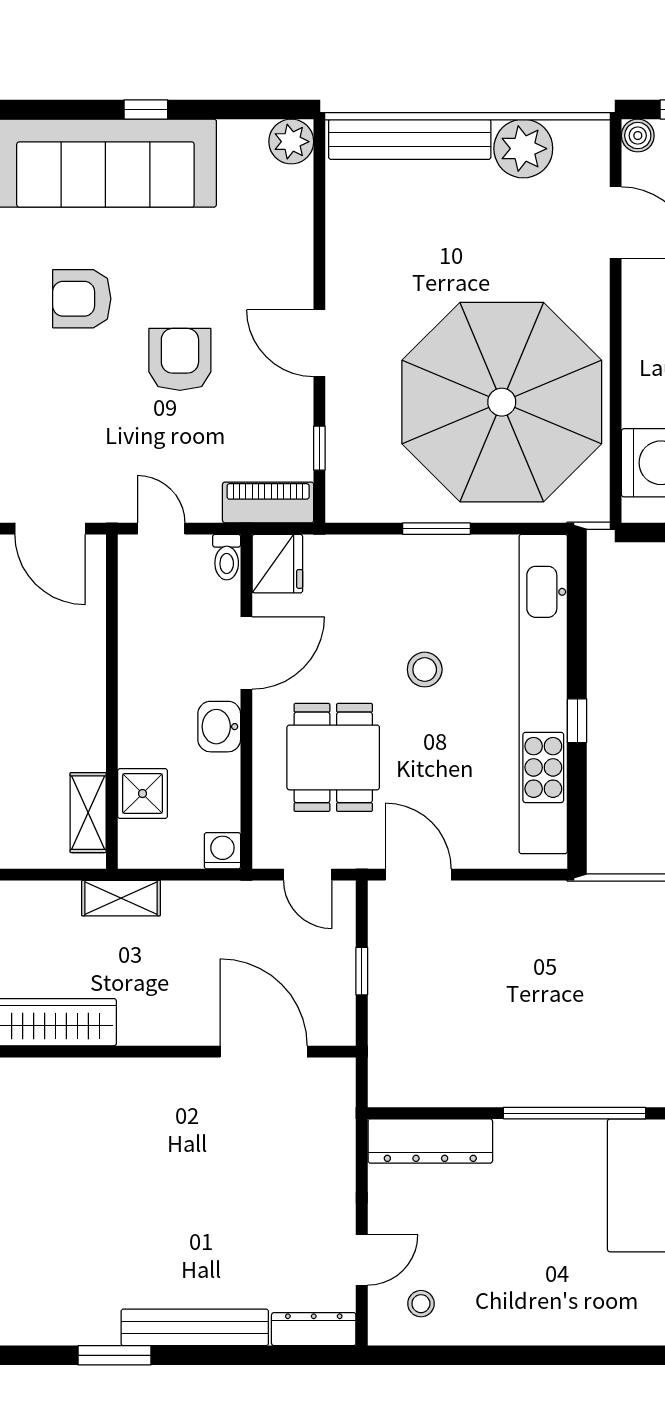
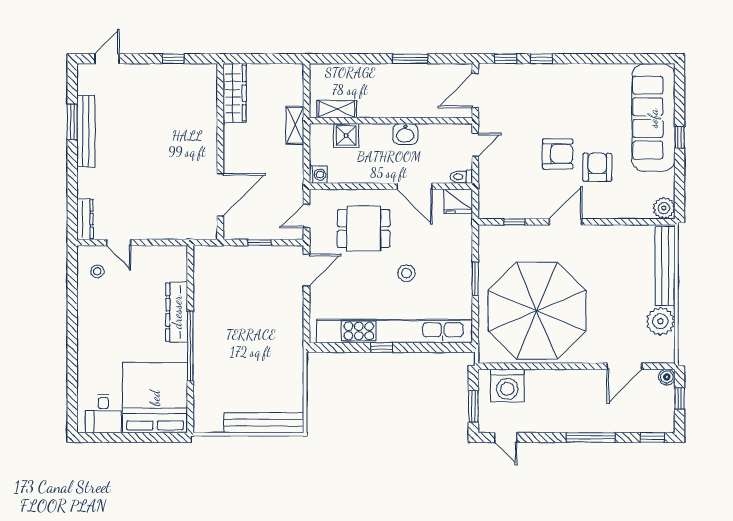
armchair: (82, 299) -> (597, 167), moved
piano: (268, 502) -> (488, 197), removed
washbasin: (219, 727) -> (405, 134), moved, turned 180
dresser: (430, 1141) -> (177, 312), moved
bench: (195, 1327) -> (86, 131), moved

